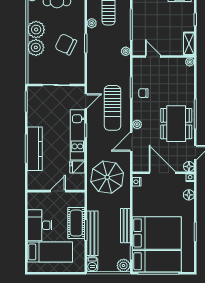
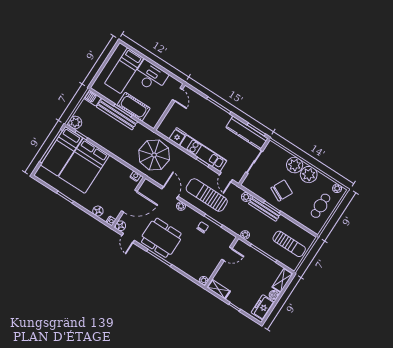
plant: (92, 23) -> (246, 197), moved
kitchen counter: (35, 149) -> (247, 133), moved
door: (58, 191) -> (177, 95), moved
bench: (125, 226) -> (265, 209), moved

